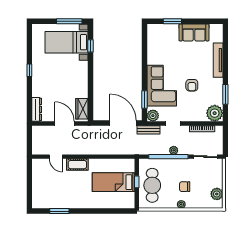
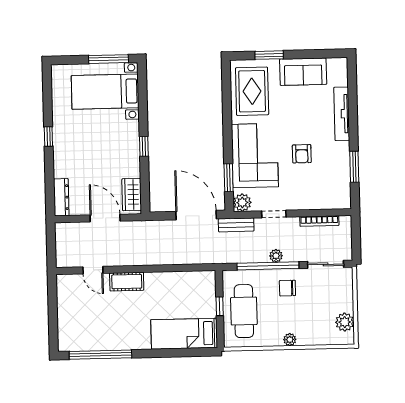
rug: (161, 44) -> (252, 91), added
window: (91, 46) -> (144, 146), moved
plant: (215, 113) -> (338, 196), removed
bed: (113, 182) -> (184, 334), moved
chair: (185, 187) -> (287, 288), moved
window: (59, 211) -> (100, 355), width x2.11

